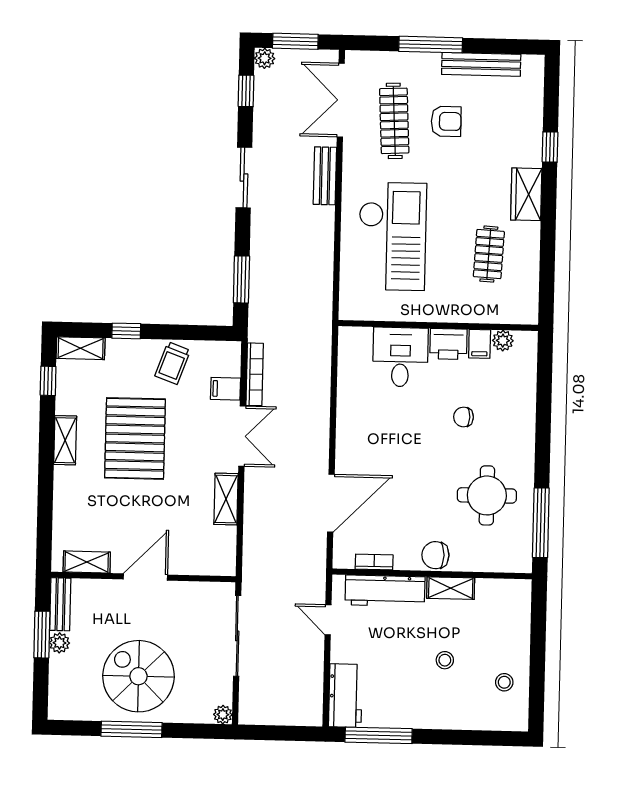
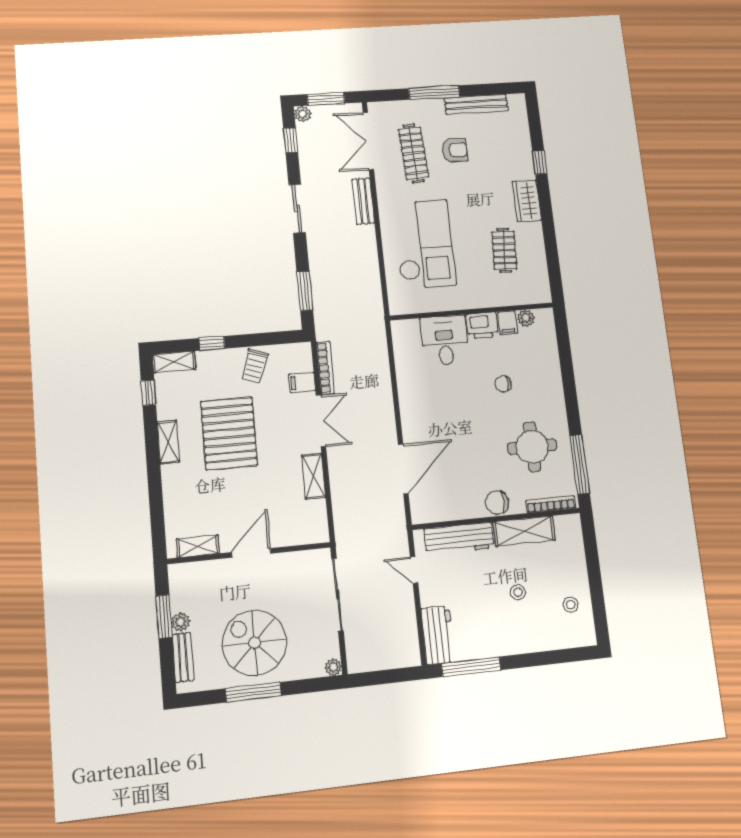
bookcase: (374, 562) -> (551, 504), moved, width x1.56
shelving: (451, 588) -> (524, 531), width x1.50, depth x1.33
bench: (60, 604) -> (183, 657), moved

